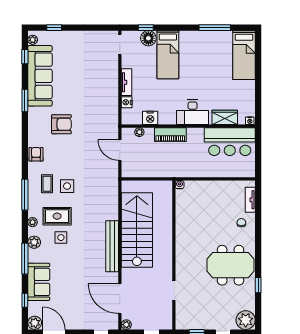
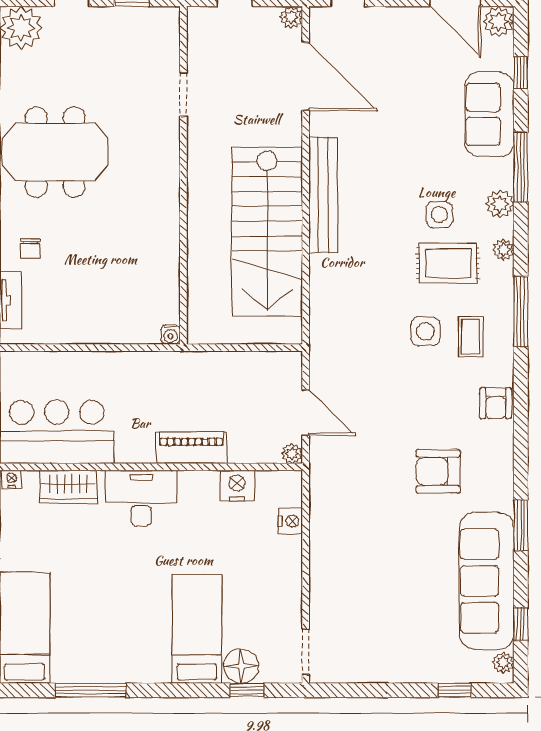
tv unit: (127, 82) -> (291, 566), removed
plant: (139, 132) -> (292, 453), moved

